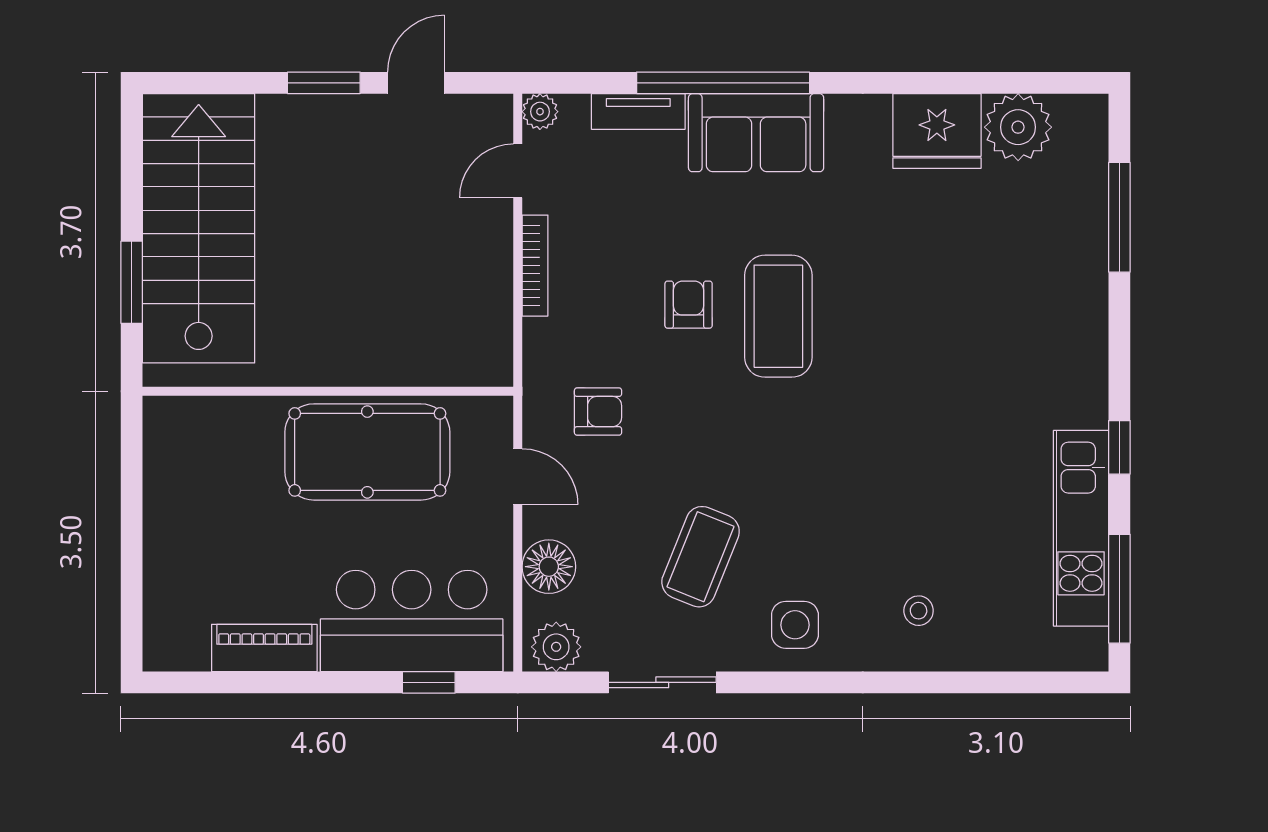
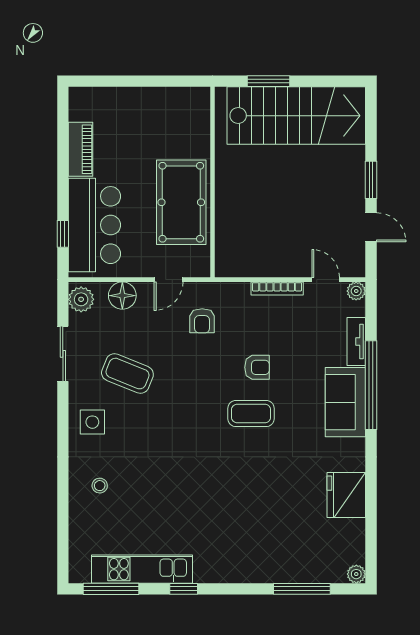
plant: (1018, 127) -> (356, 574), moved, width x0.53, depth x0.53
coffee table: (778, 316) -> (251, 414), width x0.73, depth x0.76

